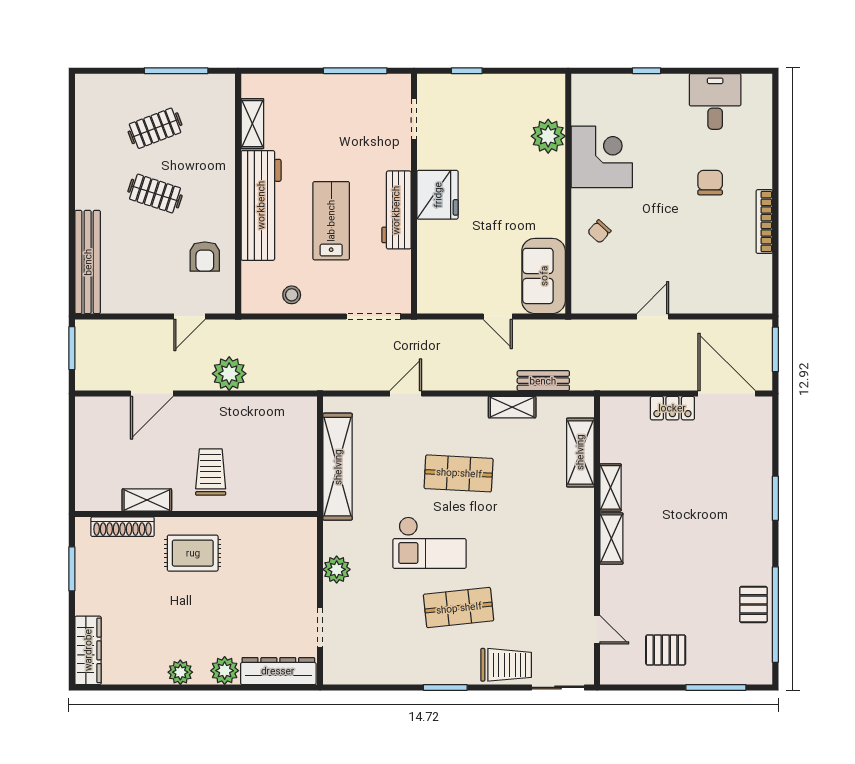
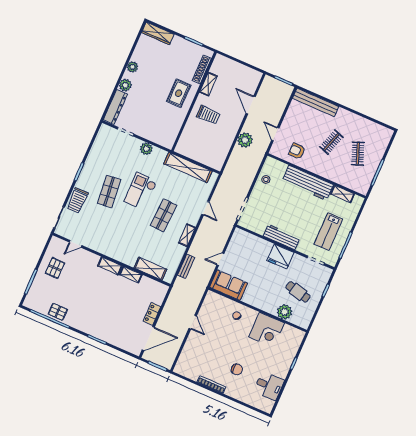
cafe table: (495, 127) -> (298, 292), added
lab bench: (331, 221) -> (328, 232), moved, turned 90
shelving: (512, 407) -> (187, 235), moved

